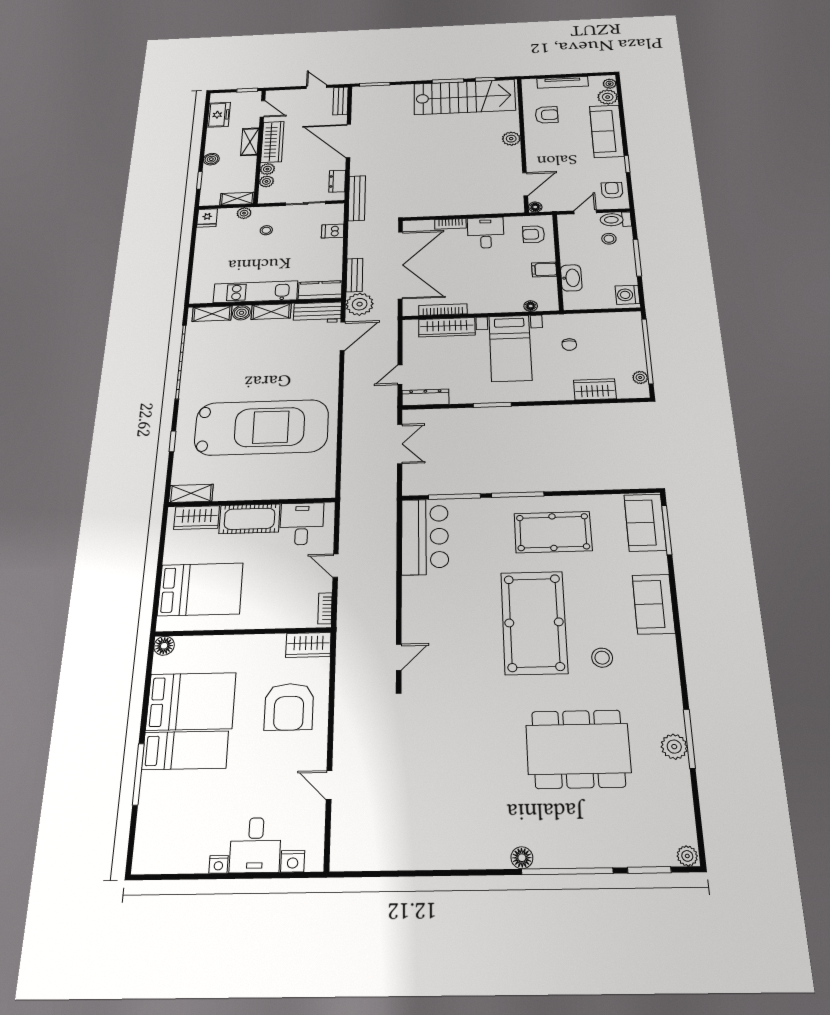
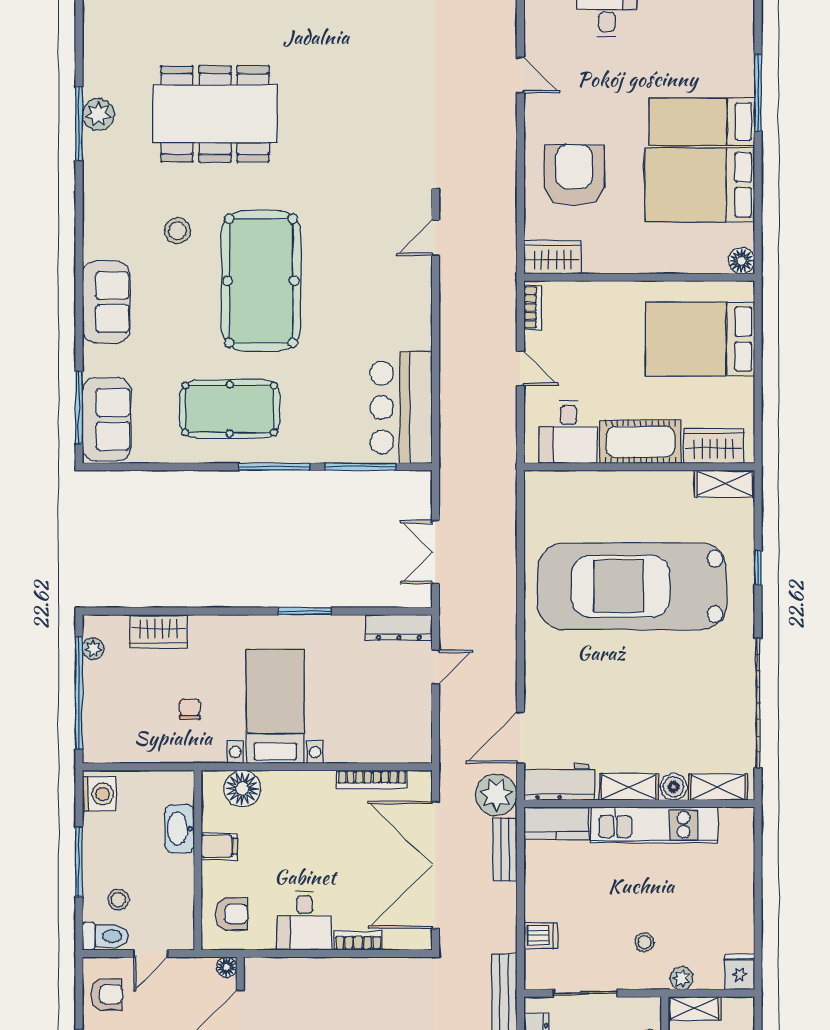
armchair: (612, 190) -> (106, 994), turned -90
floor lamp: (531, 306) -> (242, 789), width x1.89, depth x1.89
wardrobe: (447, 327) -> (367, 747), removed

